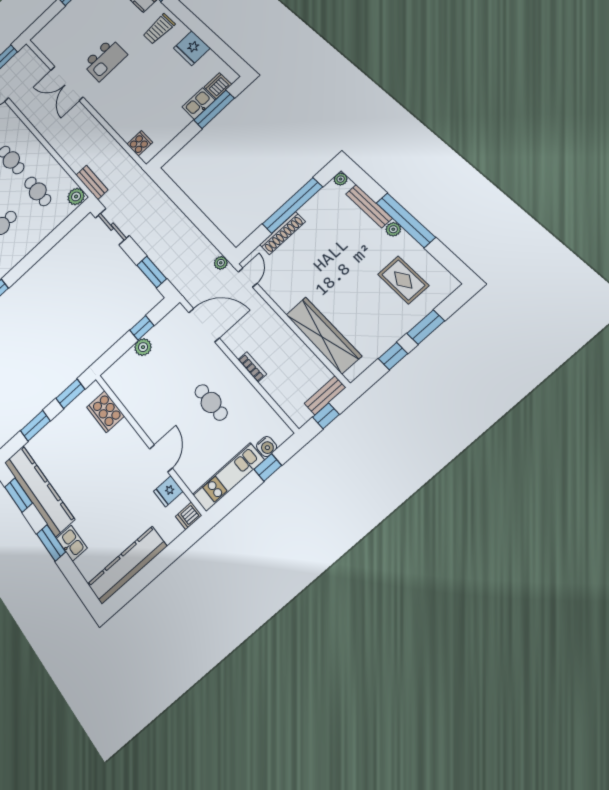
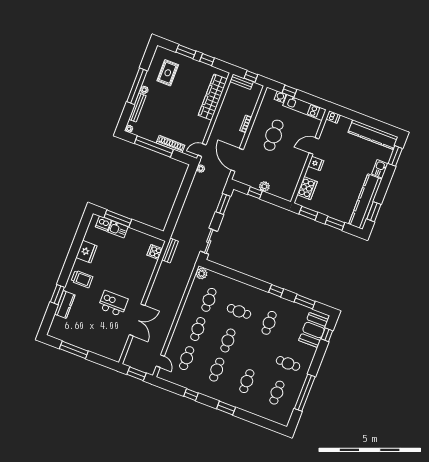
bench: (92, 182) -> (170, 251), moved
cafe table: (211, 402) -> (274, 135), width x1.37, depth x1.35
fridge: (168, 491) -> (316, 163), moved
window: (51, 543) -> (395, 156), moved

